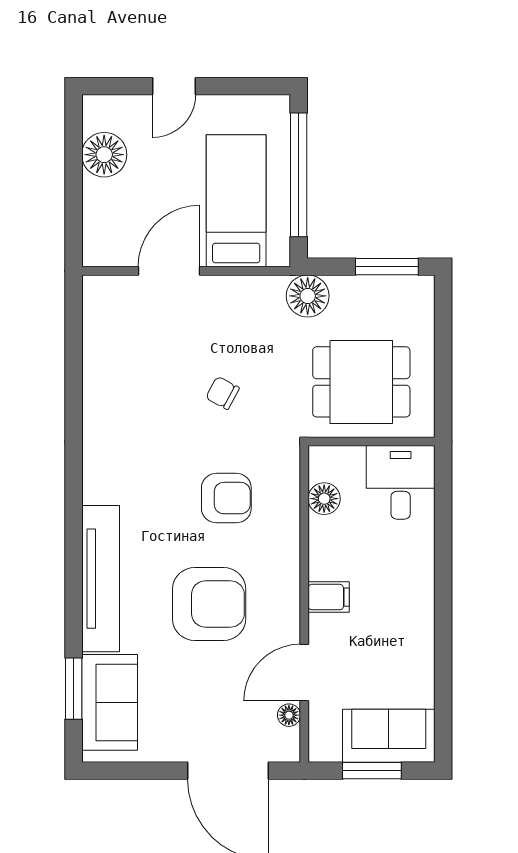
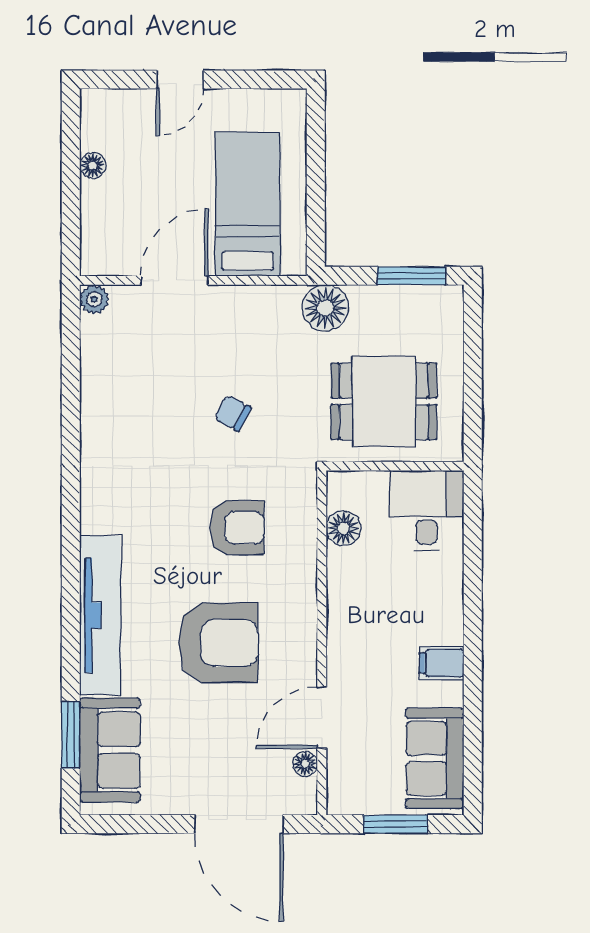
floor lamp: (104, 155) -> (93, 166), width x0.53, depth x0.53
window: (299, 175) -> (316, 176), removed
plant: (95, 288) -> (94, 299), added
filing cabinet: (329, 597) -> (442, 663), moved, turned 180
sofa: (389, 736) -> (435, 758), moved, turned -90

